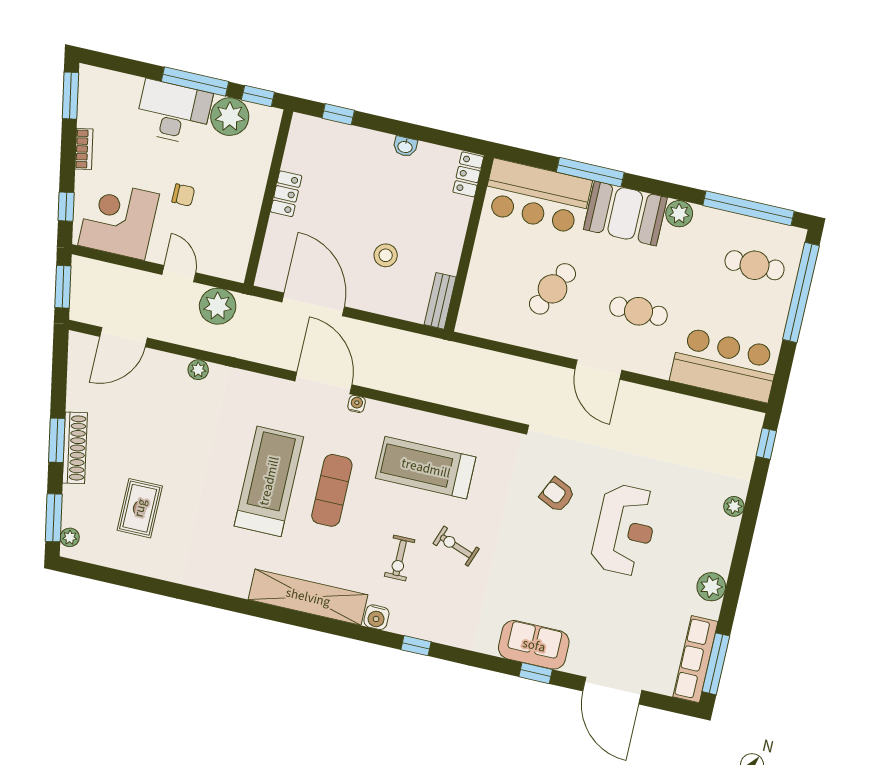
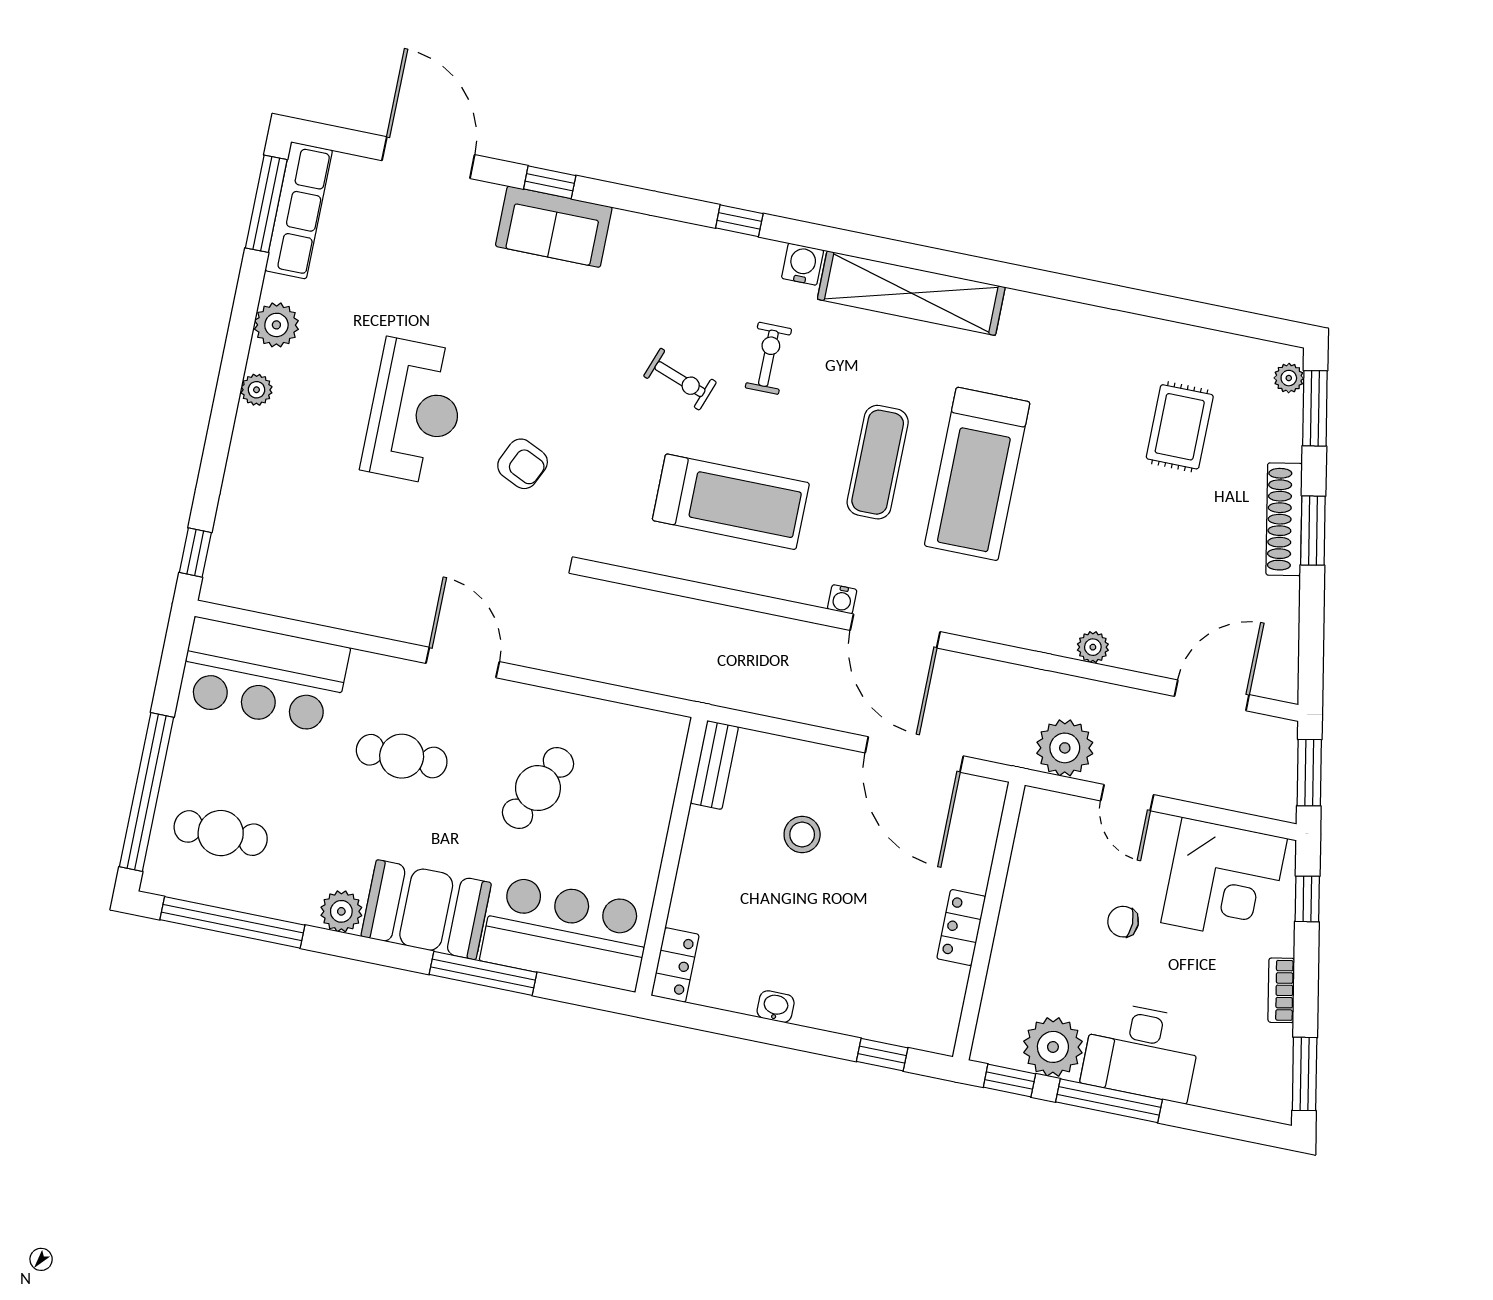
plant: (734, 506) -> (256, 390), moved
reception desk: (625, 530) -> (415, 411), turned 180

